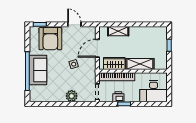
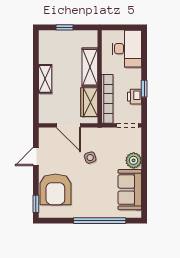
shelving: (118, 31) -> (45, 79), moved
armchair: (50, 39) -> (55, 189), turned 90
sofa: (38, 70) -> (130, 190), moved, turned -90

